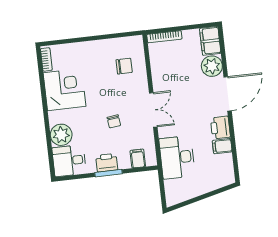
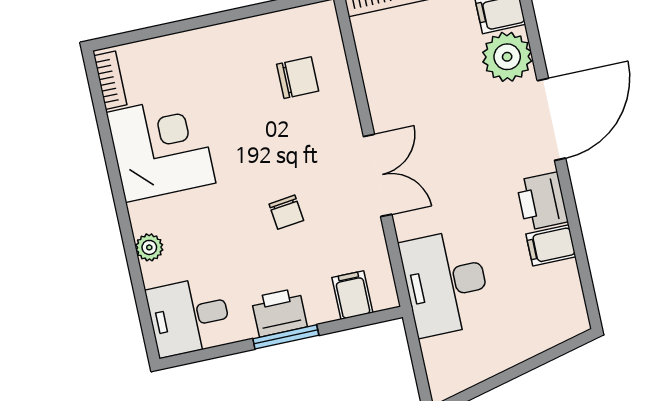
plant: (61, 135) -> (149, 247), width x0.53, depth x0.53

